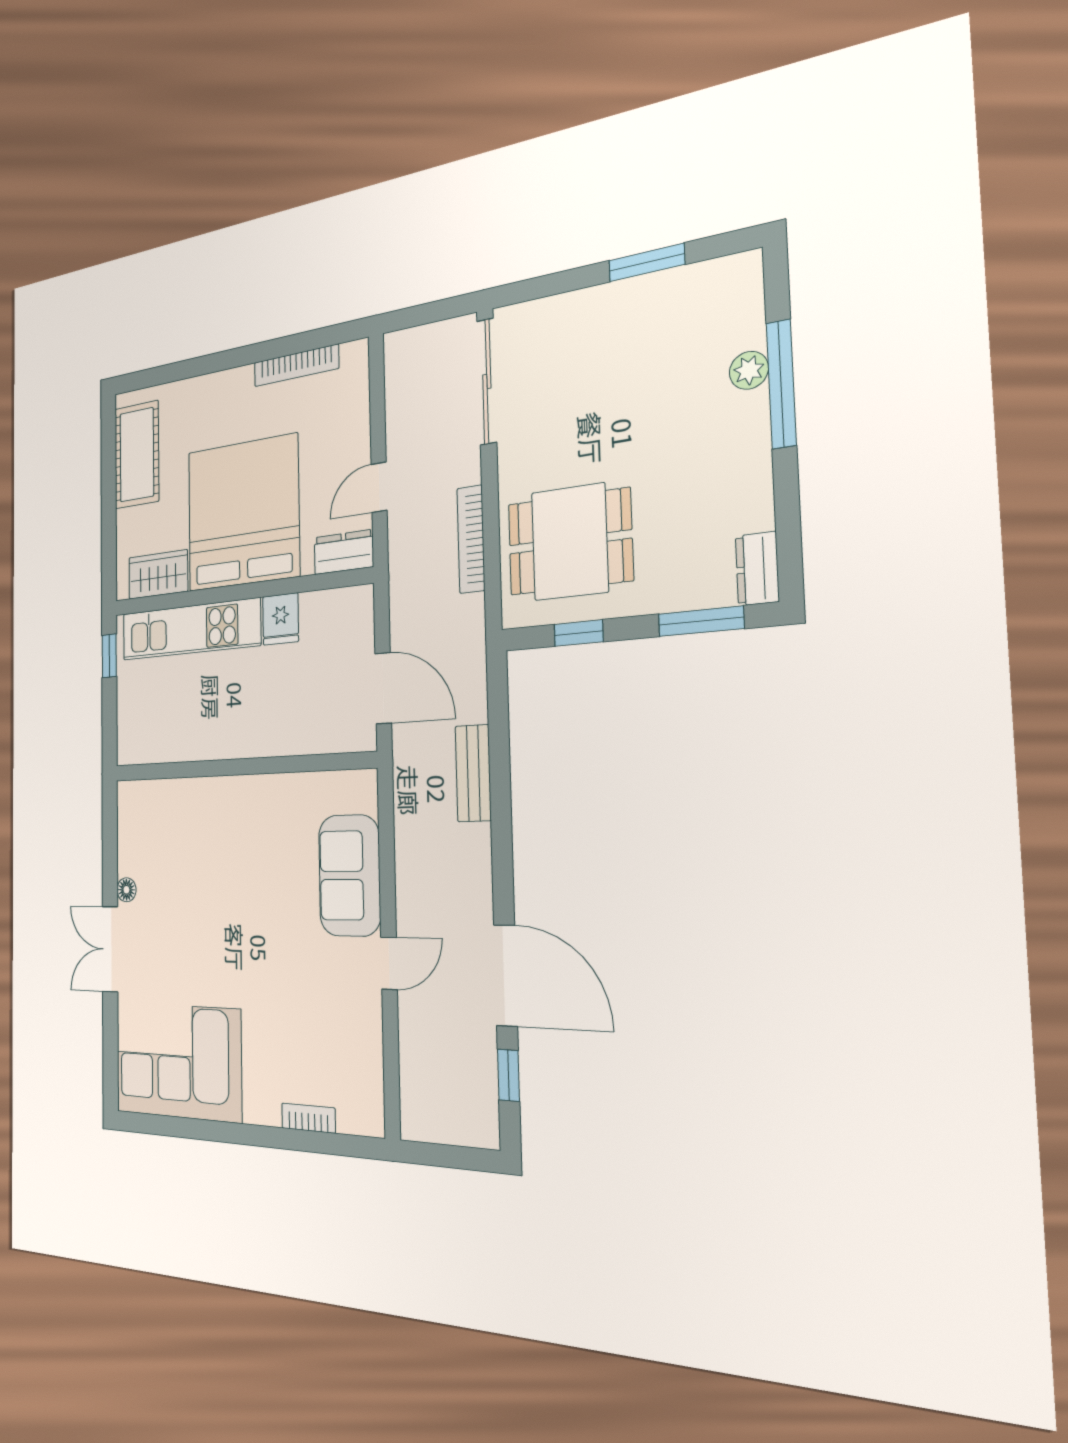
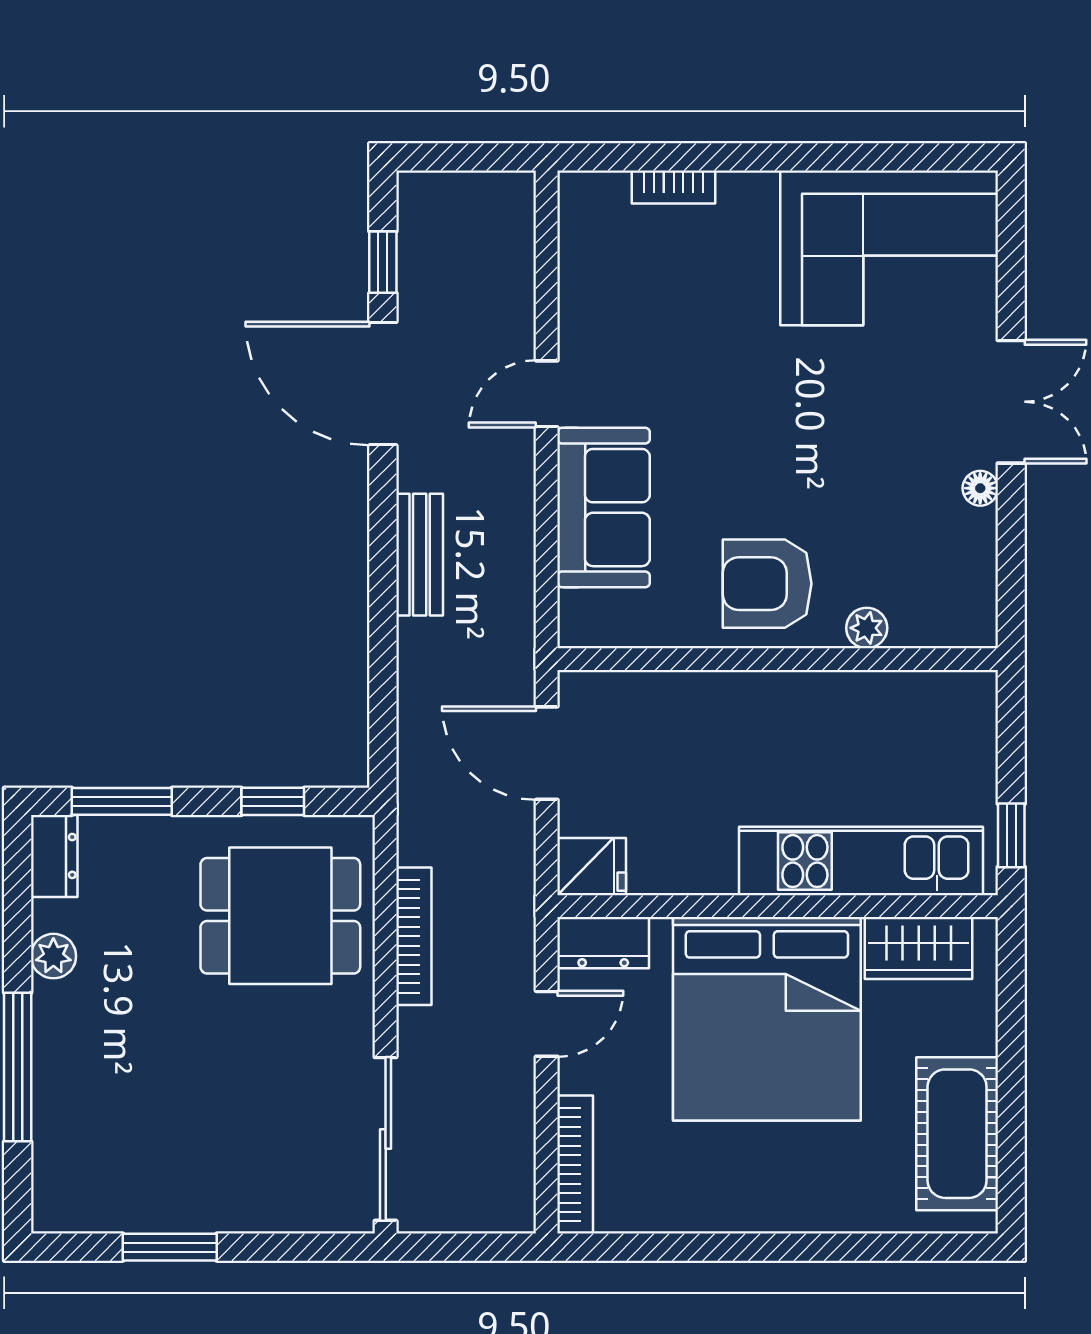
bookcase: (296, 365) -> (575, 1165), moved, turned 90
plant: (749, 370) -> (53, 956), moved
fridge: (281, 619) -> (592, 867), moved, turned 90
bench: (473, 773) -> (420, 555), moved
plant: (188, 791) -> (867, 628), added
armchair: (247, 821) -> (767, 584), added

